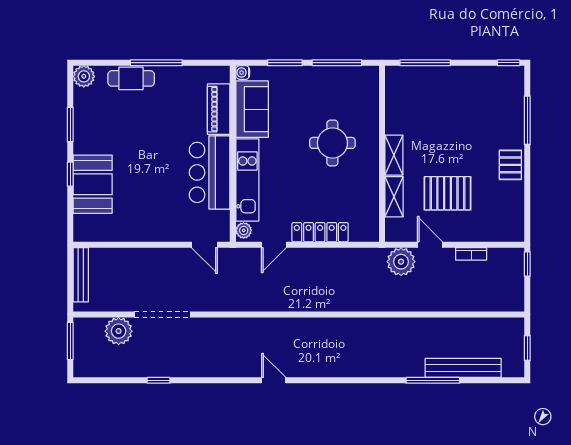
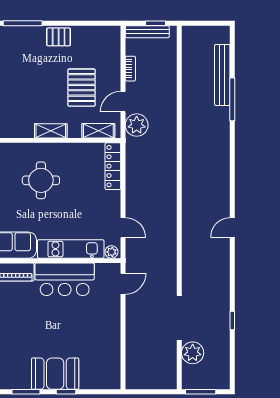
booth: (93, 184) -> (55, 374), moved
shelving: (394, 197) -> (98, 131), moved
locker: (320, 232) -> (113, 166), moved
window: (527, 264) -> (155, 23), moved
bench: (81, 275) -> (147, 32), moved
window: (527, 348) -> (206, 23), removed

